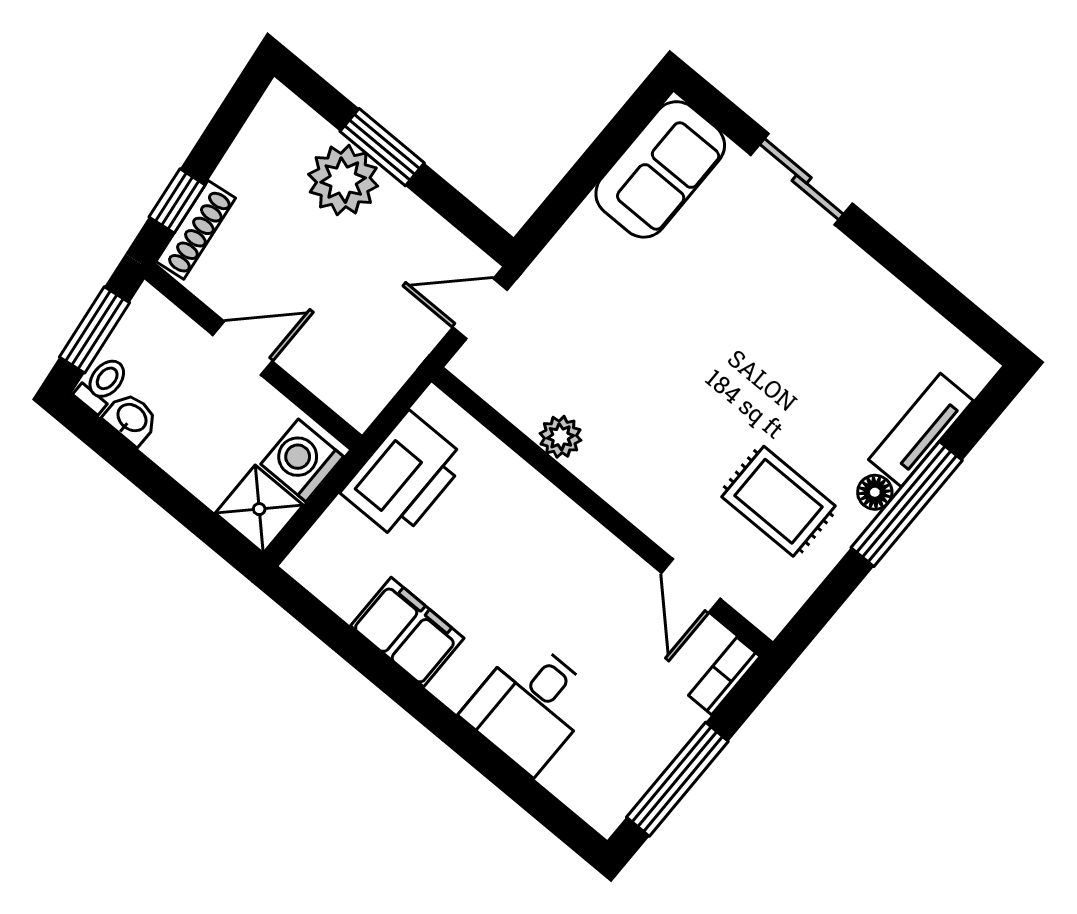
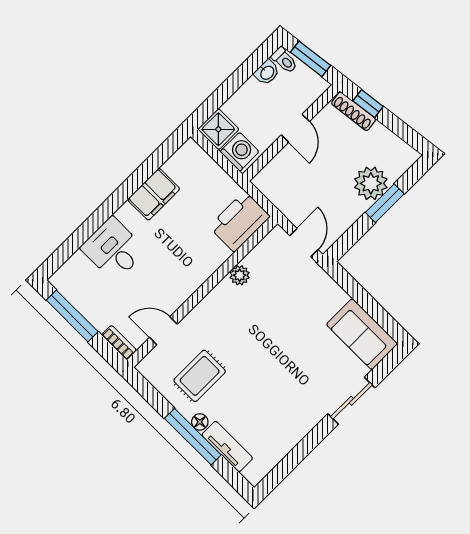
printer: (404, 476) -> (240, 222), moved, turned 90

